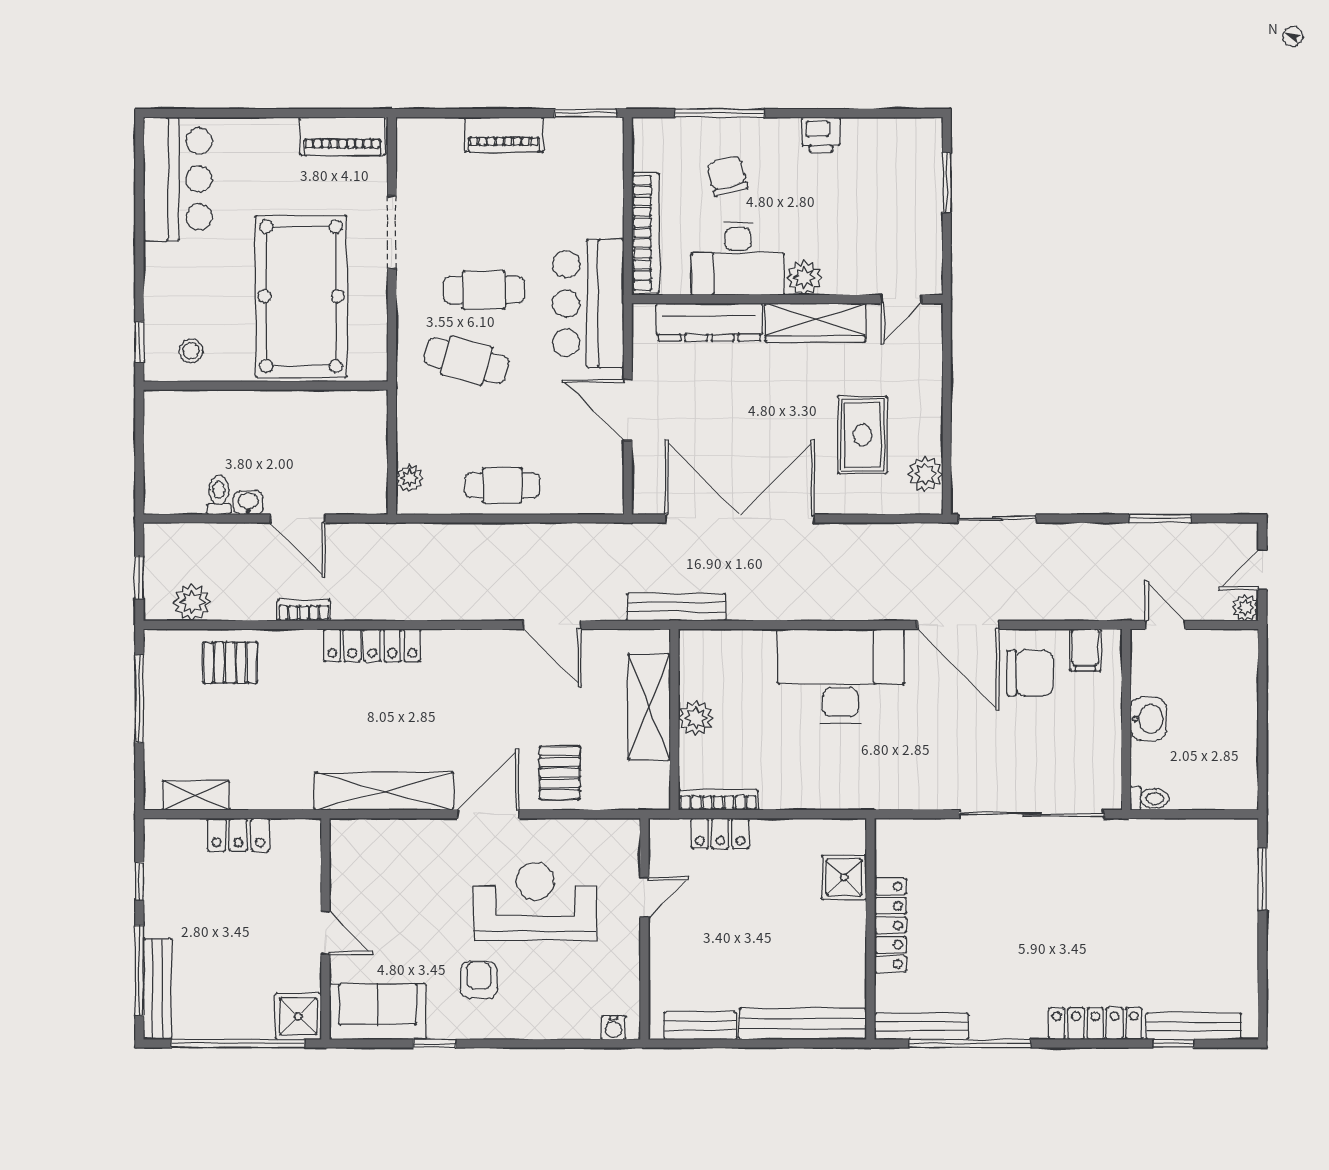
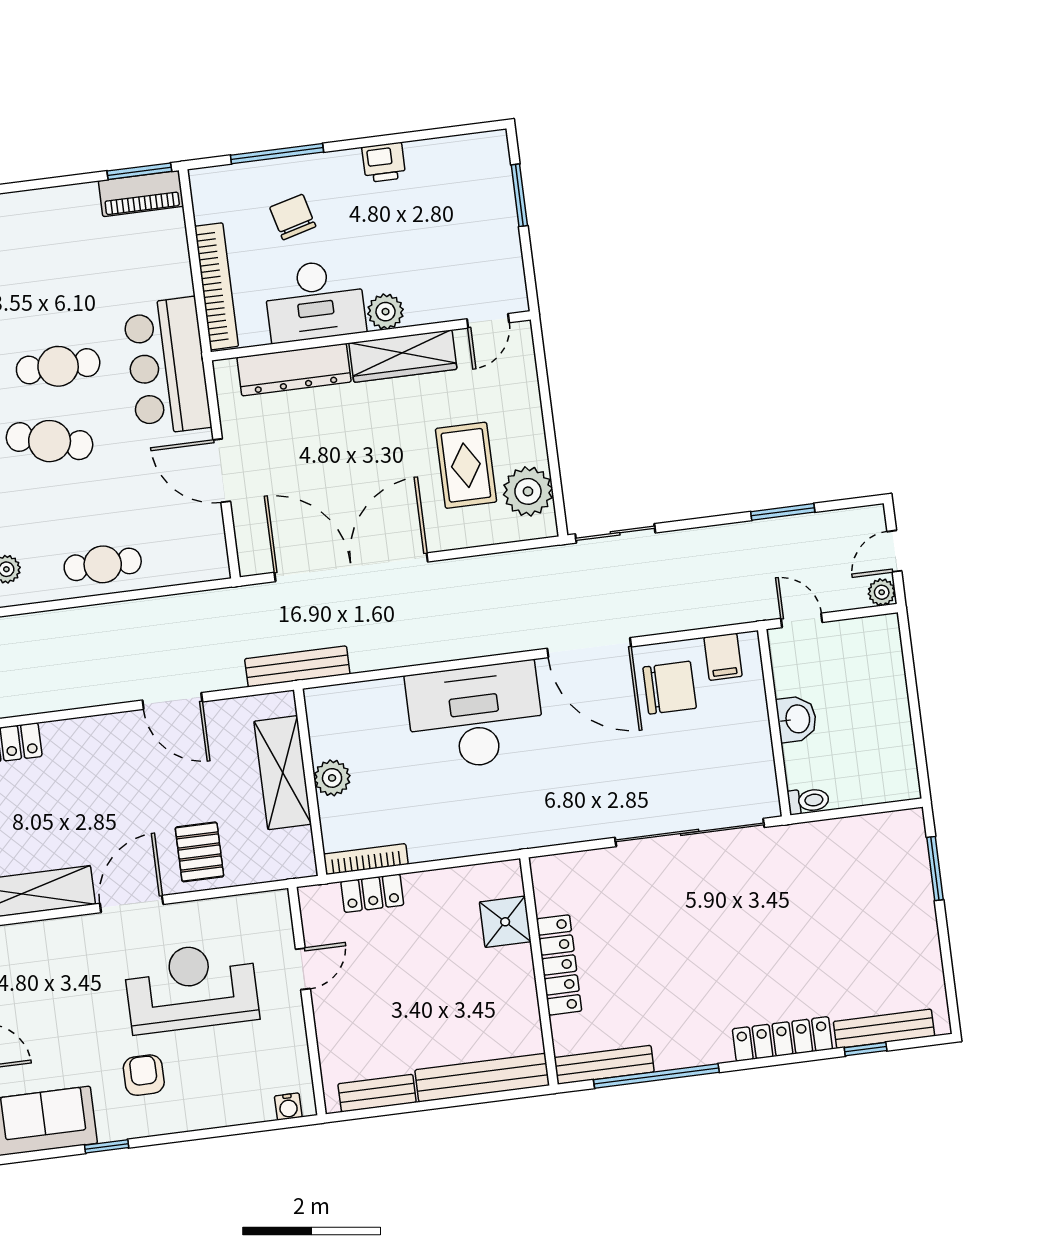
piano: (504, 135) -> (141, 194), moved
plant: (925, 474) -> (528, 491), width x1.36, depth x1.36

